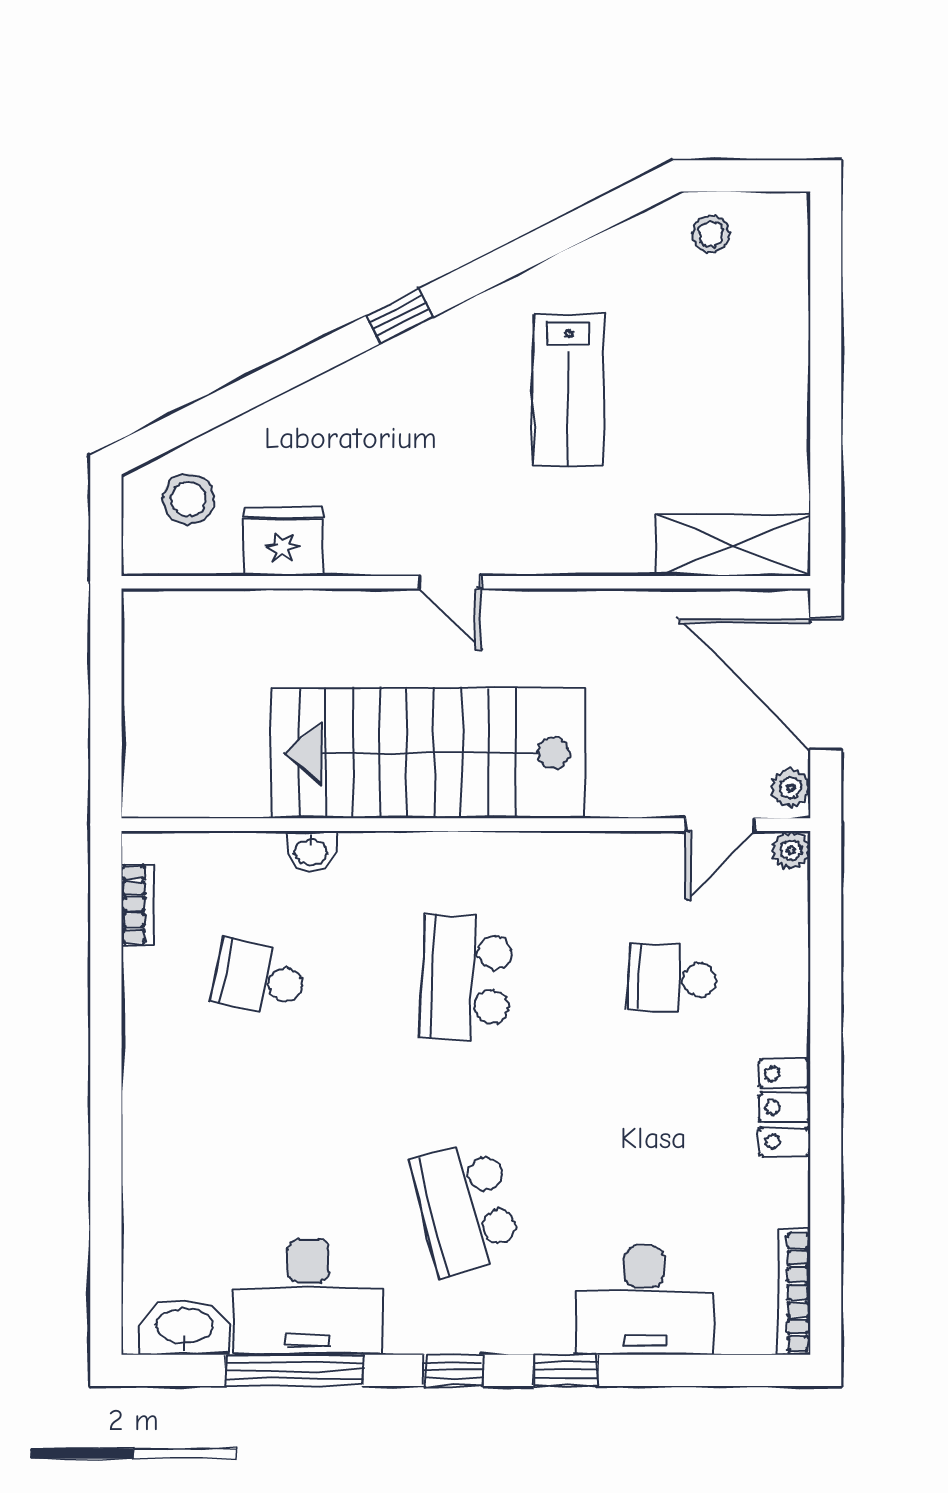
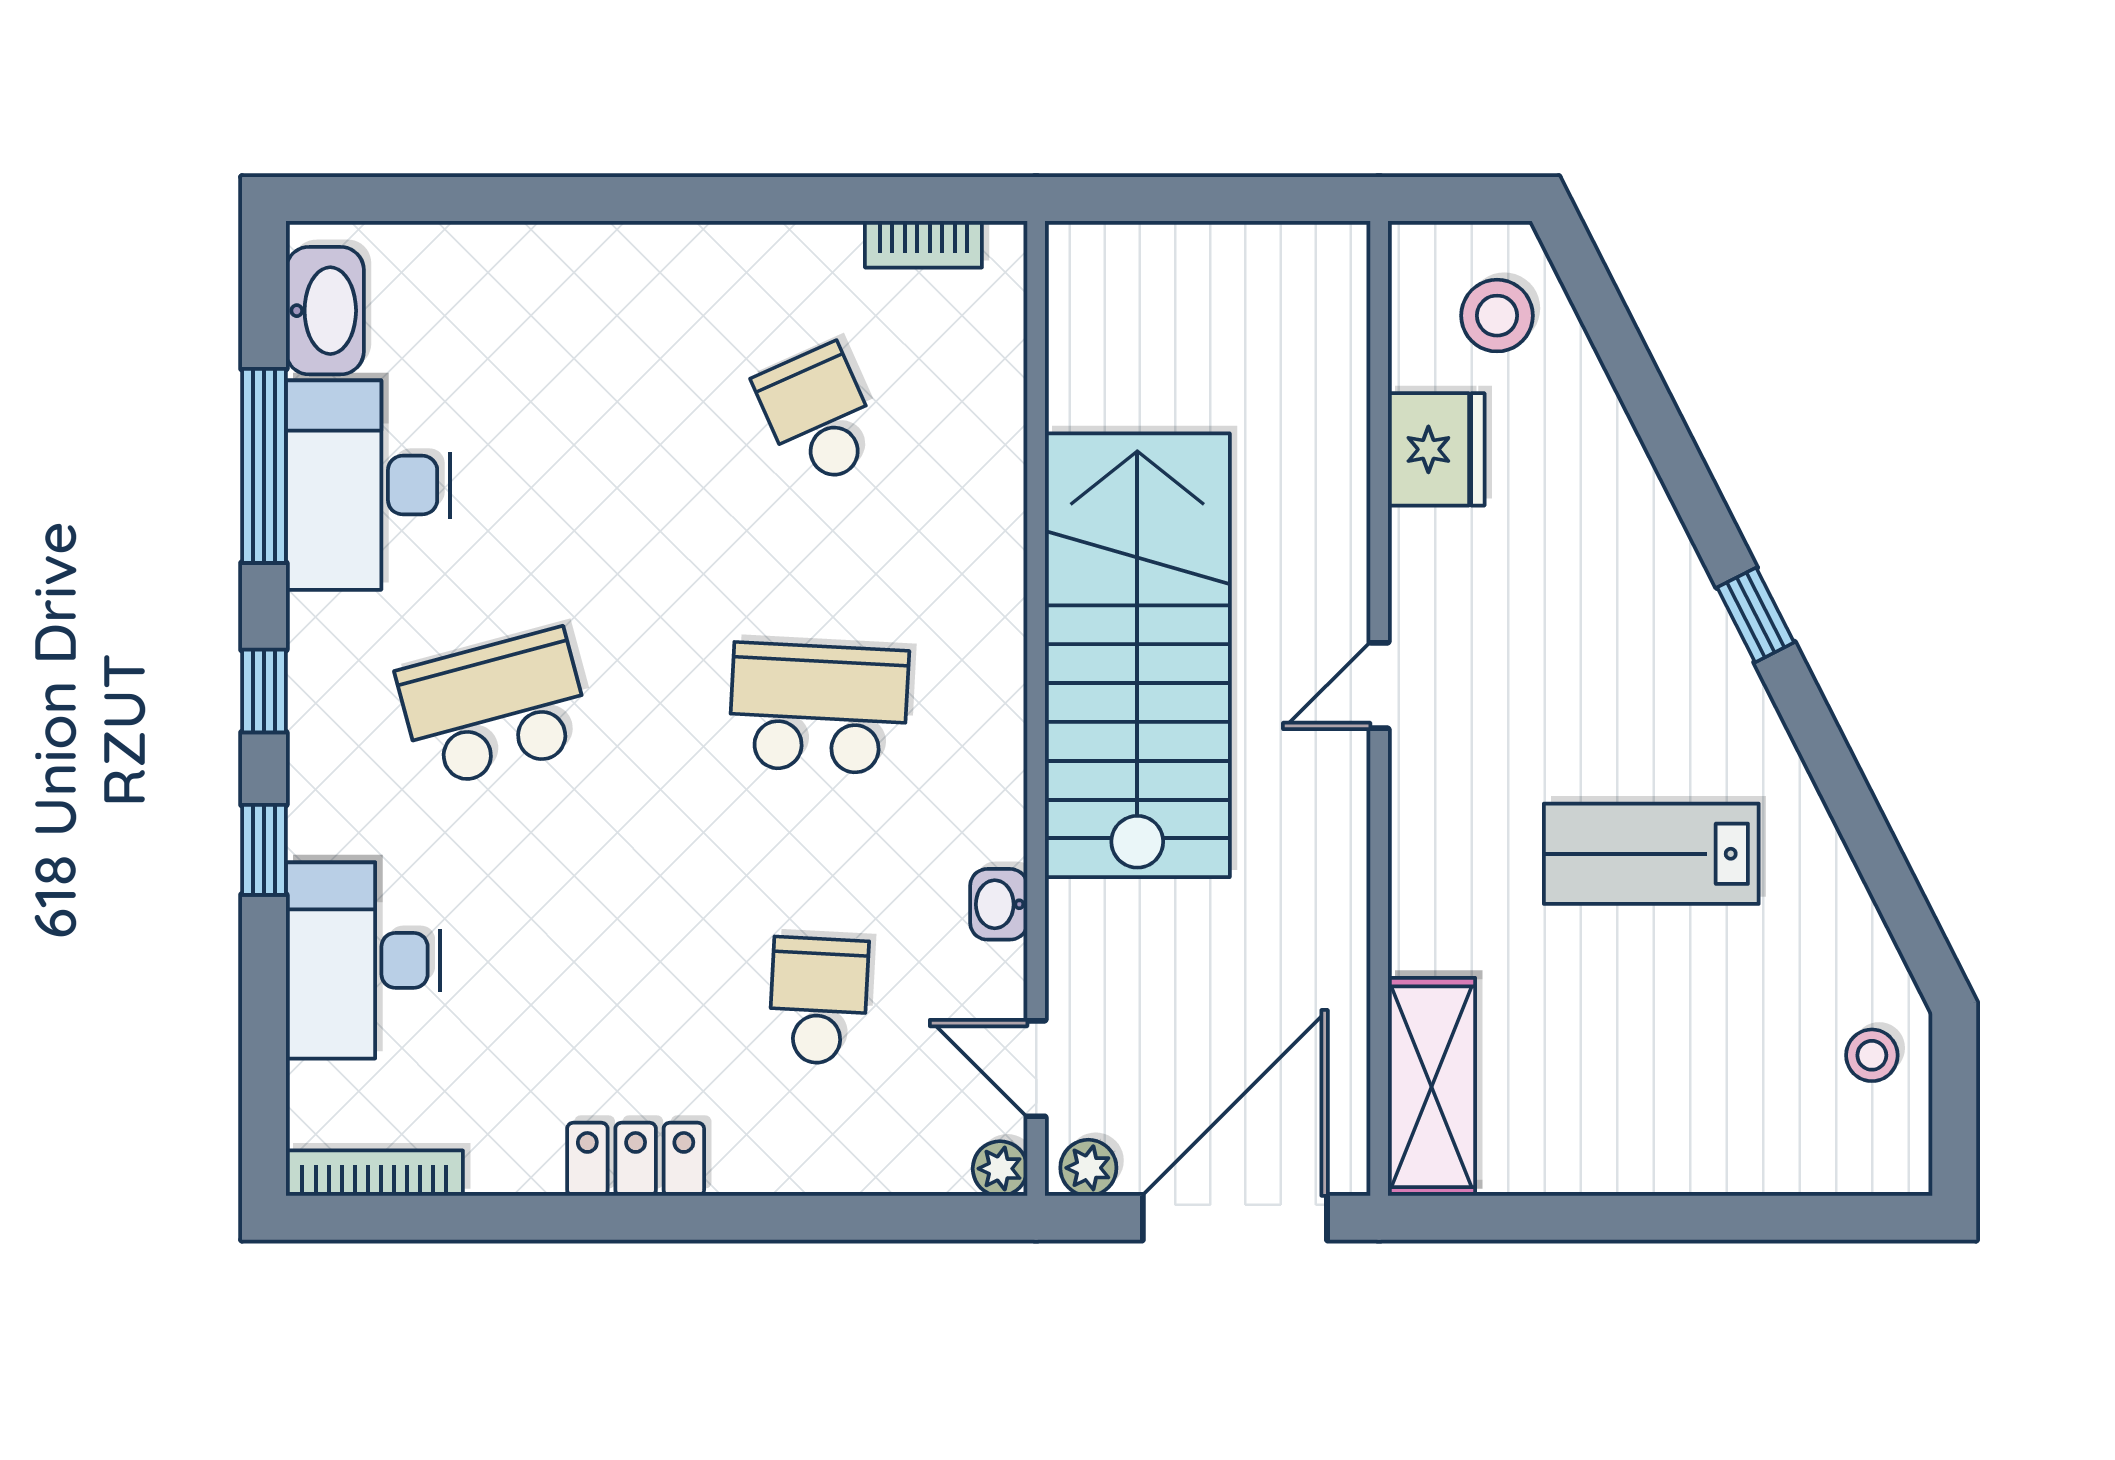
washbasin: (311, 851) -> (999, 904), moved
school desk: (259, 978) -> (819, 416), turned -36

